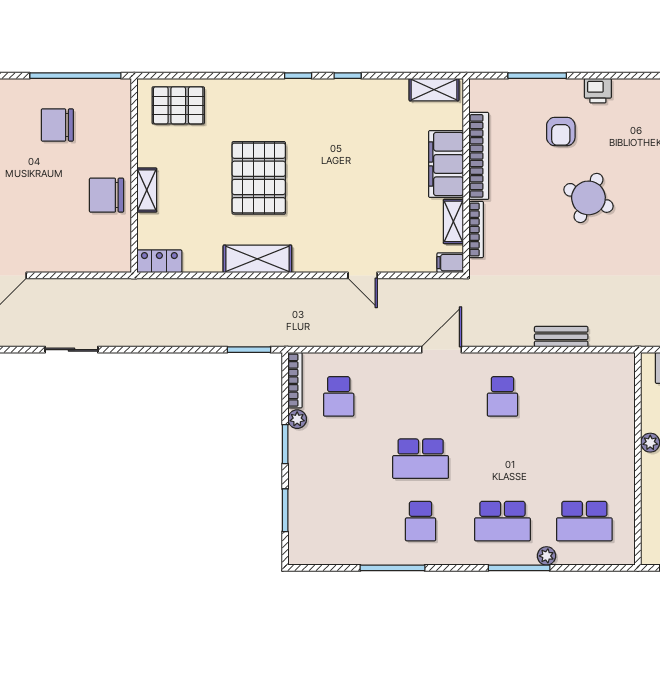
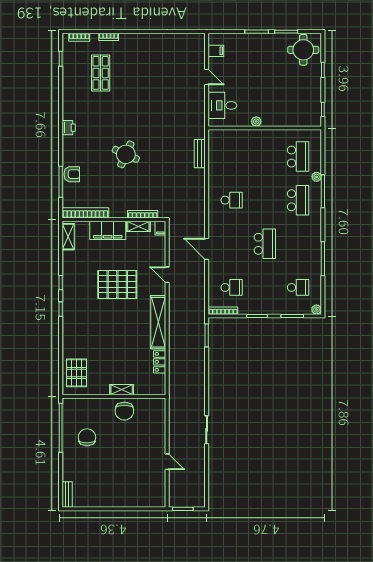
printer: (598, 91) -> (69, 128), moved
chair: (57, 125) -> (87, 437), turned 180
armchair: (561, 132) -> (72, 174), moved
bookcase: (479, 156) -> (85, 213), moved
pallet: (259, 178) -> (117, 284), moved
shelving: (257, 259) -> (158, 322), width x1.47
locker: (159, 261) -> (160, 362), moved
door: (363, 275) -> (167, 275), swing flipped
bench: (561, 337) -> (200, 154), moved
door: (442, 350) -> (207, 249), moved
plant: (297, 419) -> (316, 310), moved
school desk: (421, 521) -> (298, 287), moved

